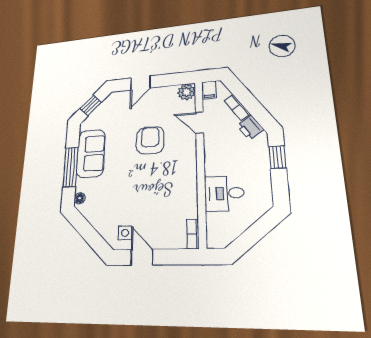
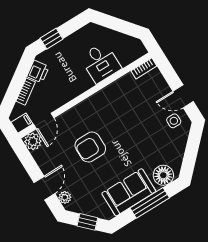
door: (141, 83) -> (44, 188), hinge flipped
plant: (122, 96) -> (65, 197), added
door: (200, 123) -> (44, 121), moved
floor lamp: (80, 198) -> (163, 175), width x1.89, depth x1.89
door: (142, 257) -> (183, 96), hinge flipped

